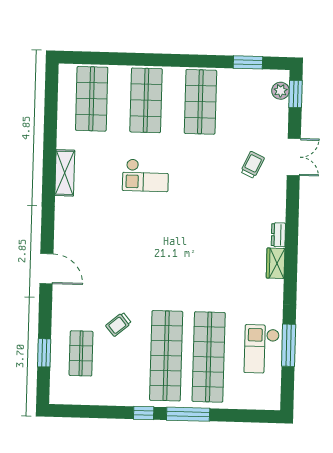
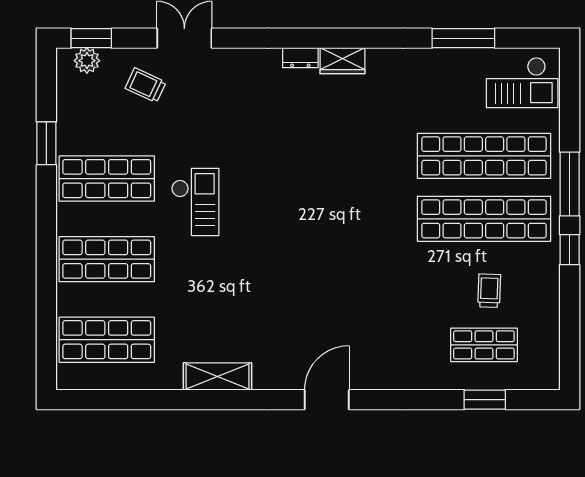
window: (248, 62) -> (46, 143), moved
trolley: (252, 165) -> (146, 85), moved
checkout: (145, 175) -> (195, 202), moved
door: (46, 269) -> (327, 400), moved
trolley: (119, 324) -> (489, 291), moved, turned -138
checkout: (262, 349) -> (522, 83), moved

